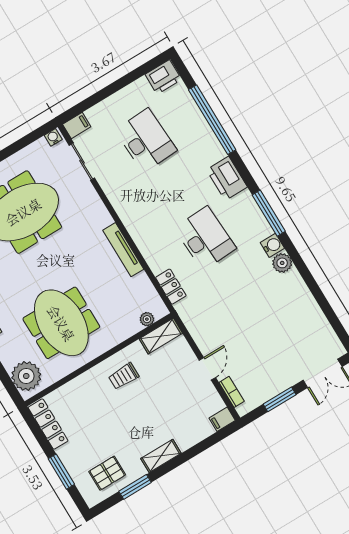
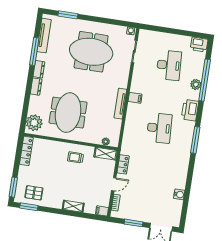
filing cabinet: (77, 126) -> (135, 98), moved
water cooler: (272, 245) -> (179, 194), moved
plant: (282, 263) -> (196, 84), moved
locker: (171, 287) -> (123, 164), moved
shelving: (161, 456) -> (73, 206), moved
window: (61, 472) -> (13, 187), moved
window: (135, 487) -> (29, 207), moved

